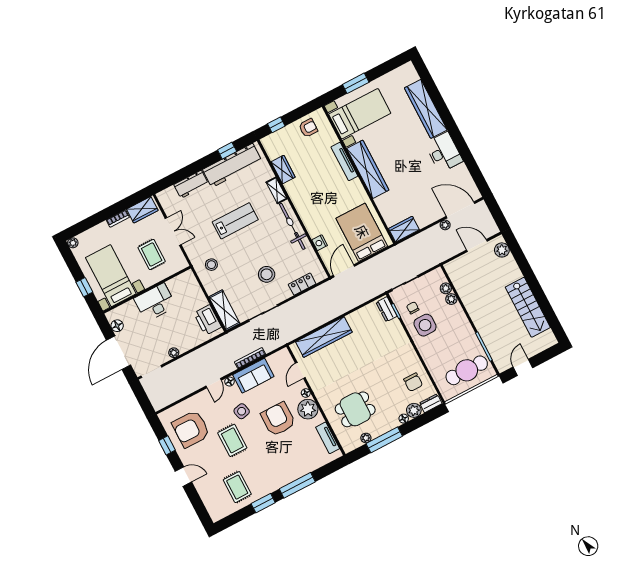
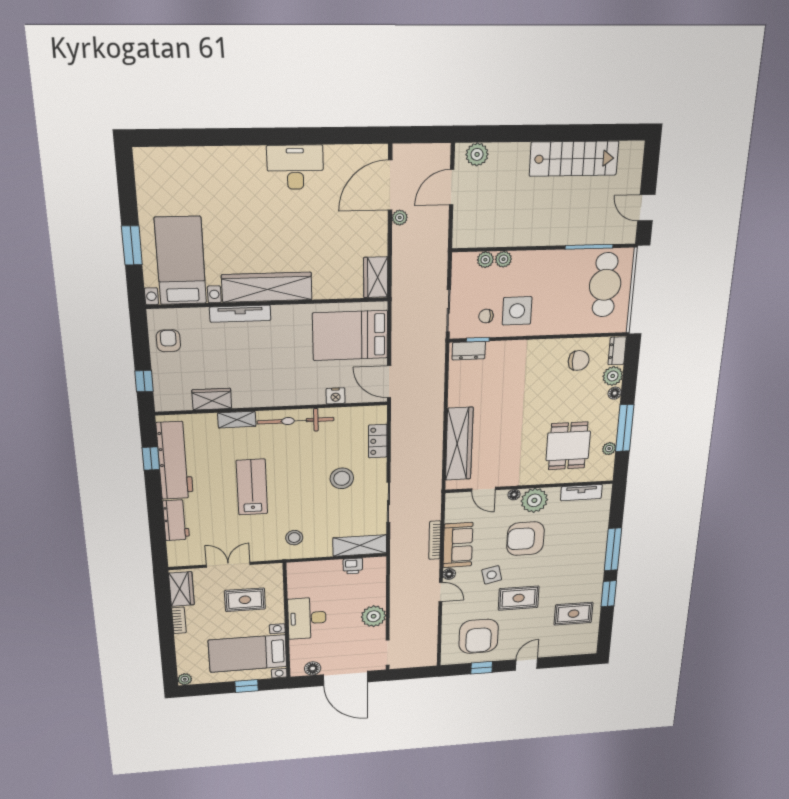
wardrobe: (426, 109) -> (218, 162), removed
printer: (207, 320) -> (353, 566), width x0.53, depth x0.68
plant: (174, 353) -> (374, 616), width x1.87, depth x1.87

